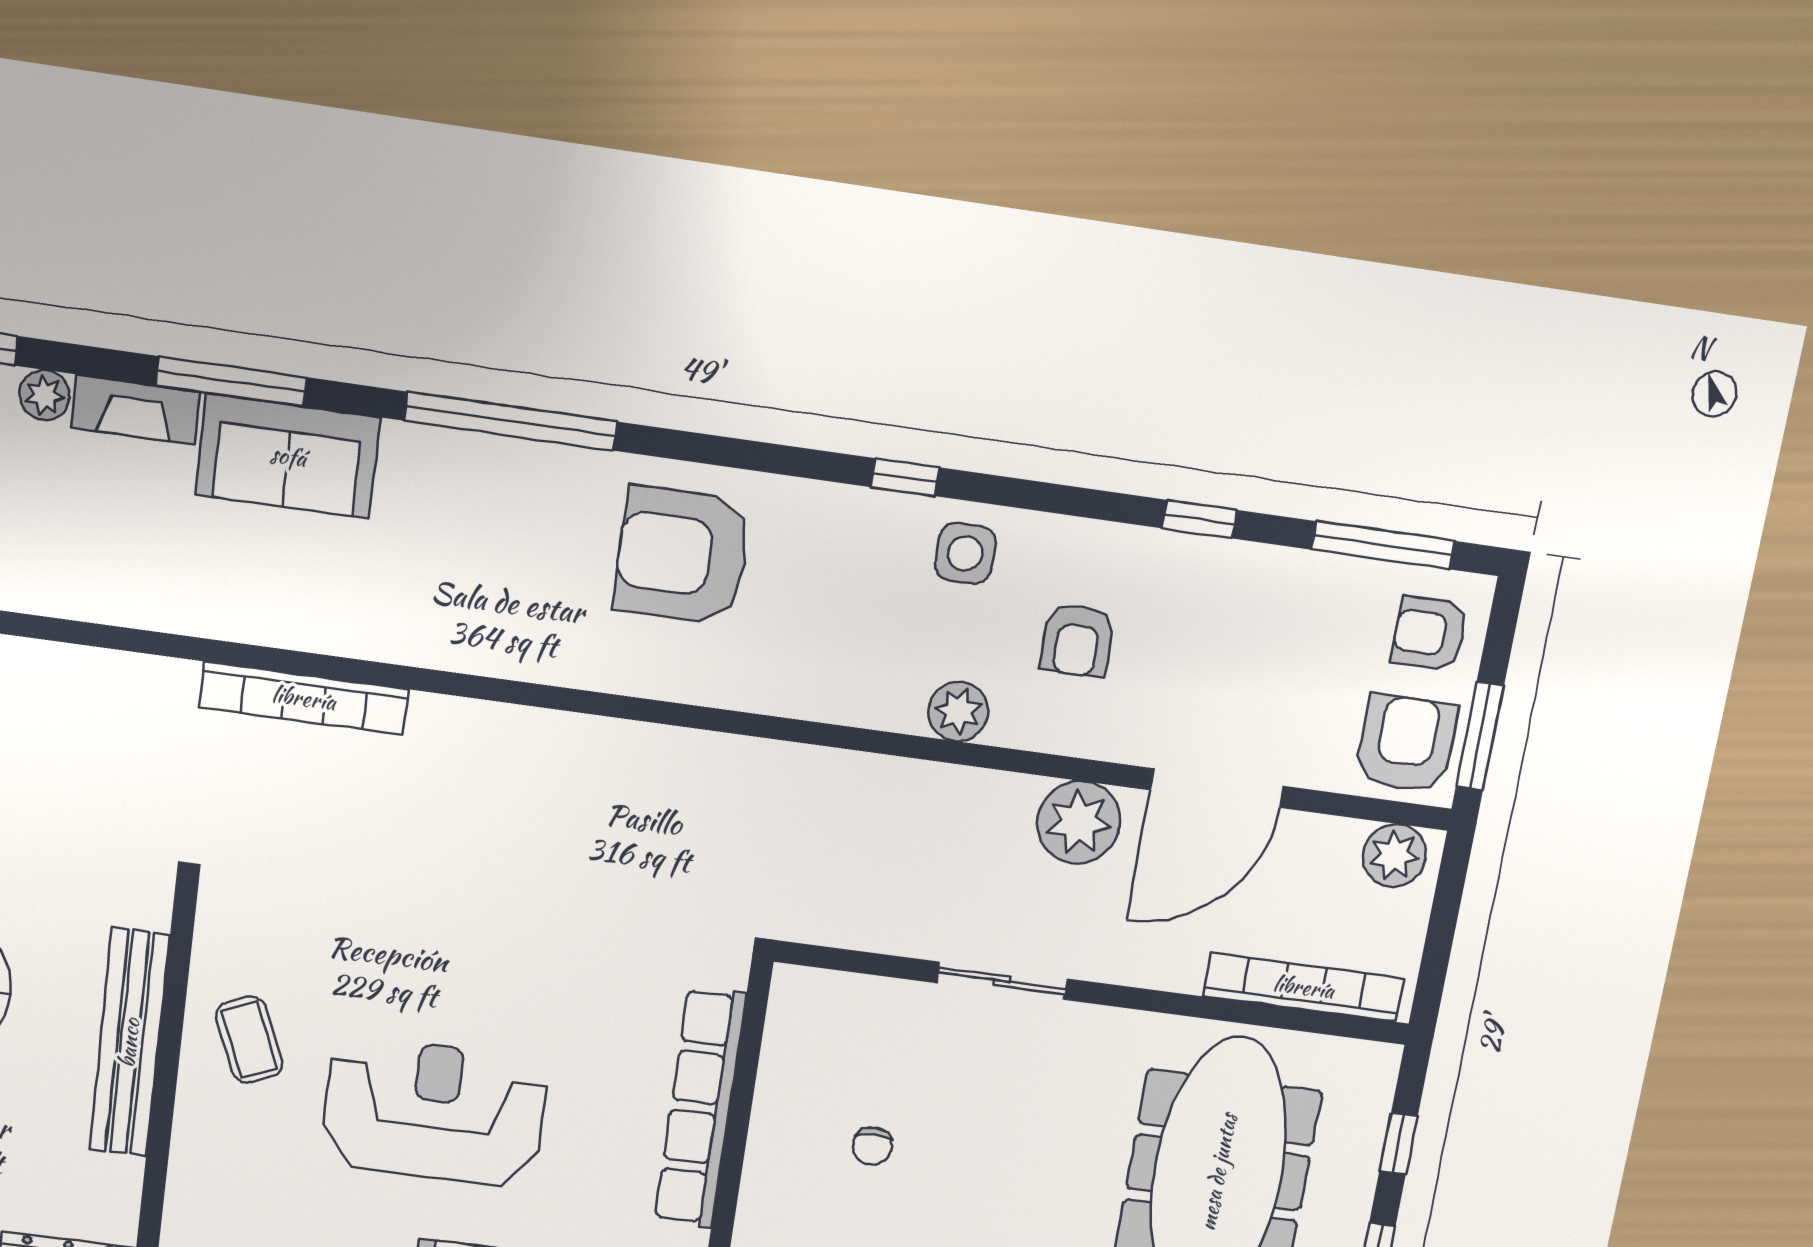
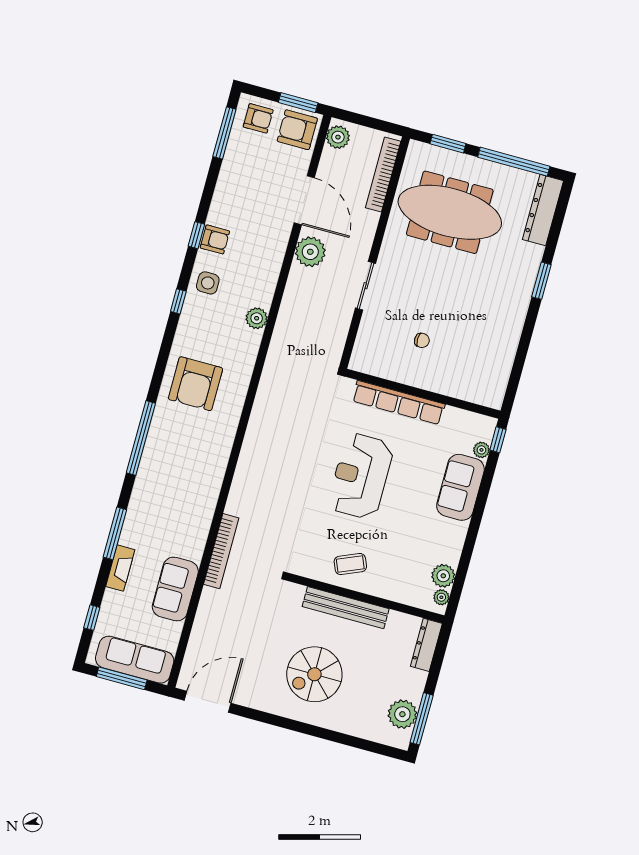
plant: (45, 395) -> (111, 599), removed
sofa: (288, 456) -> (175, 589), moved, turned 180
window: (1199, 519) -> (196, 235), moved
armchair: (1430, 633) -> (258, 118), turned -90
armchair: (1077, 640) -> (215, 239), moved
bookcase: (304, 698) -> (221, 551), moved
plant: (958, 711) -> (257, 318), moved
reception desk: (435, 1112) -> (361, 476), moved
window: (1398, 1144) -> (448, 144), width x1.50

